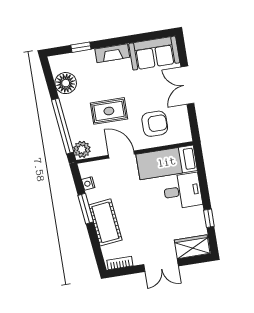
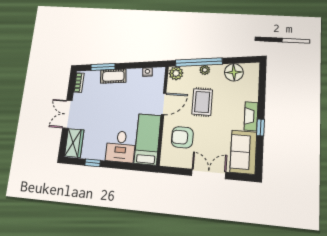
window: (81, 47) -> (260, 127), moved
plant: (70, 117) -> (205, 70), added
armchair: (155, 124) -> (182, 137), turned 90
window: (86, 209) -> (103, 67), moved
cot: (105, 222) -> (113, 76), width x0.73, depth x0.75

